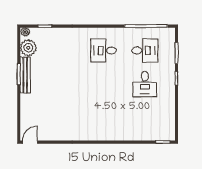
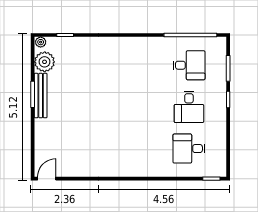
desk: (104, 50) -> (189, 149), moved

